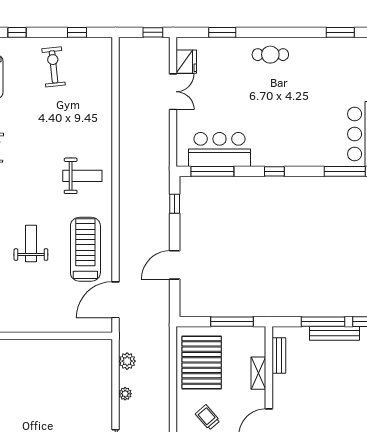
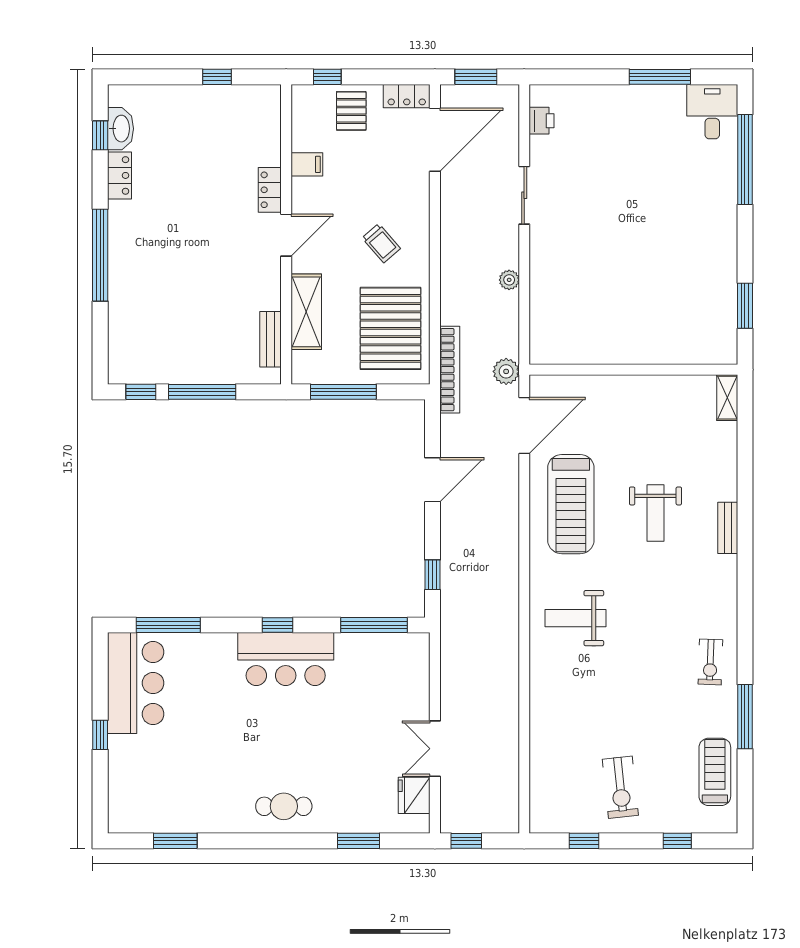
bar counter: (219, 149) -> (286, 659), moved
bench: (335, 333) -> (184, 374), removed
bookcase: (163, 336) -> (450, 370), added
plant: (127, 361) -> (506, 371), moved
shelving: (258, 373) -> (306, 312), width x1.50, depth x1.33

